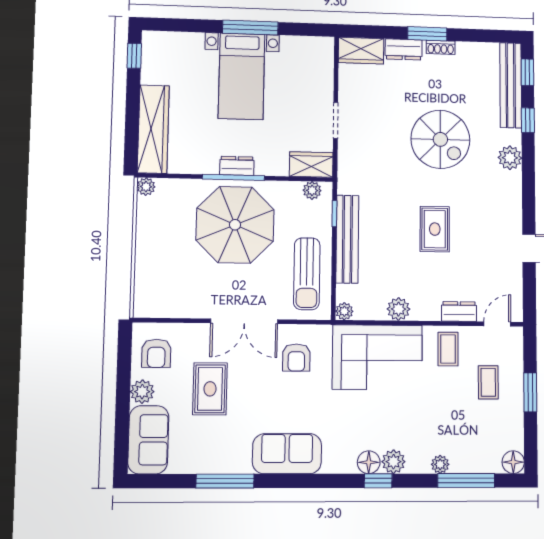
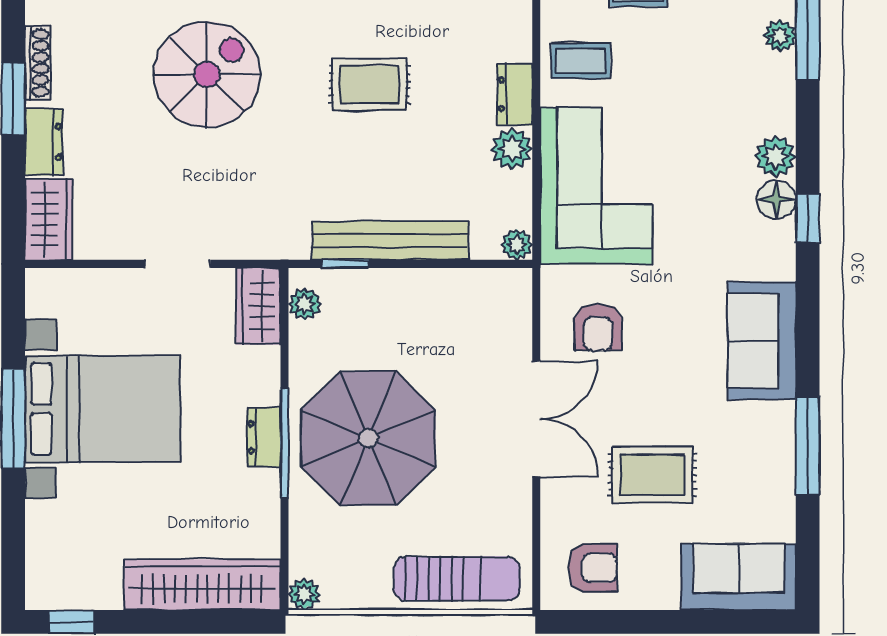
shoe rack: (441, 47) -> (38, 63), width x1.43
bed with nightstands: (242, 76) -> (103, 409), width x1.36
sun lounger: (307, 274) -> (457, 579), moved
dresser: (459, 312) -> (515, 94), moved
armchair: (296, 358) -> (598, 327), turned 90
plant: (142, 392) -> (658, 590), removed
plant: (440, 464) -> (780, 36), moved
window: (378, 481) -> (808, 218), moved

